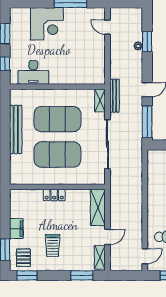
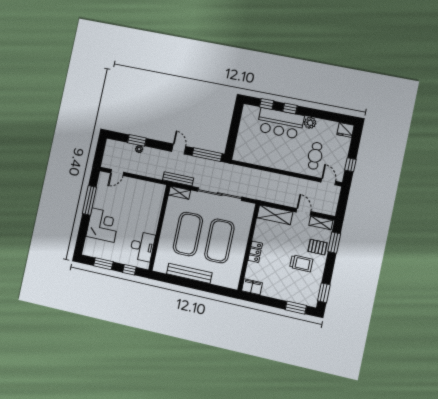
filing cabinet: (16, 229) -> (252, 287), moved
pallet: (23, 258) -> (317, 247), moved

